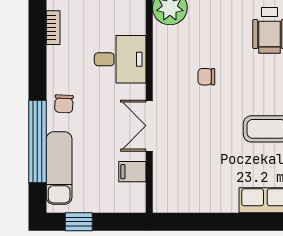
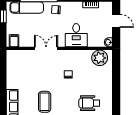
filing cabinet: (132, 172) -> (14, 41), moved

